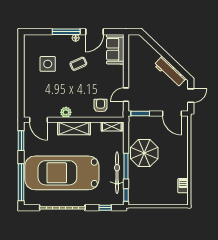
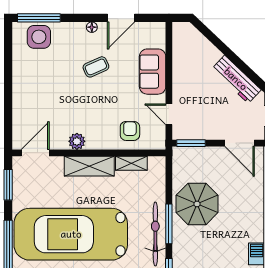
window: (66, 32) -> (39, 18), moved
sofa: (115, 49) -> (153, 72), moved
side table: (48, 64) -> (39, 37), moved
door: (126, 95) -> (169, 114), hinge flipped
door: (39, 120) -> (35, 153), swing flipped
shelving: (112, 127) -> (131, 163), moved

